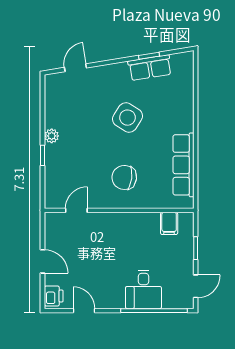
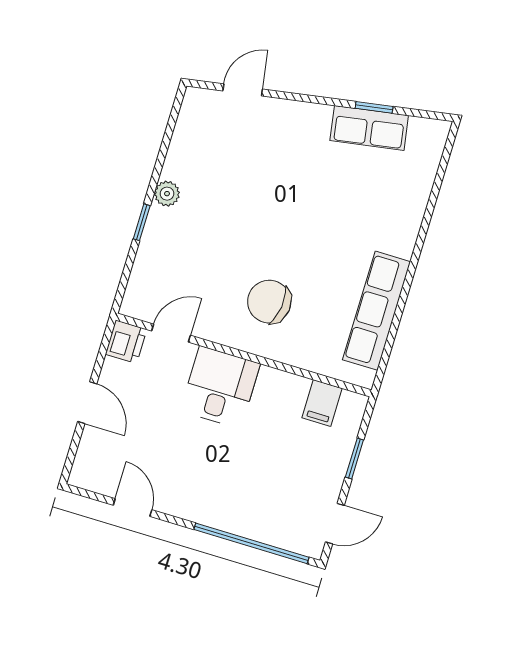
side table: (127, 118) -> (306, 201), removed
desk: (143, 289) -> (220, 387), moved, turned 180
printer: (54, 296) -> (126, 342), moved

